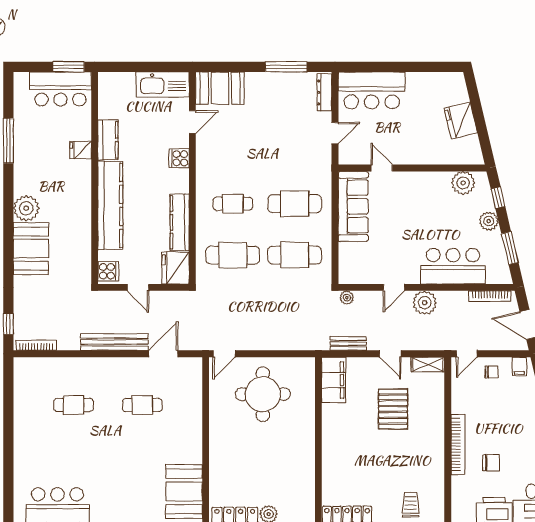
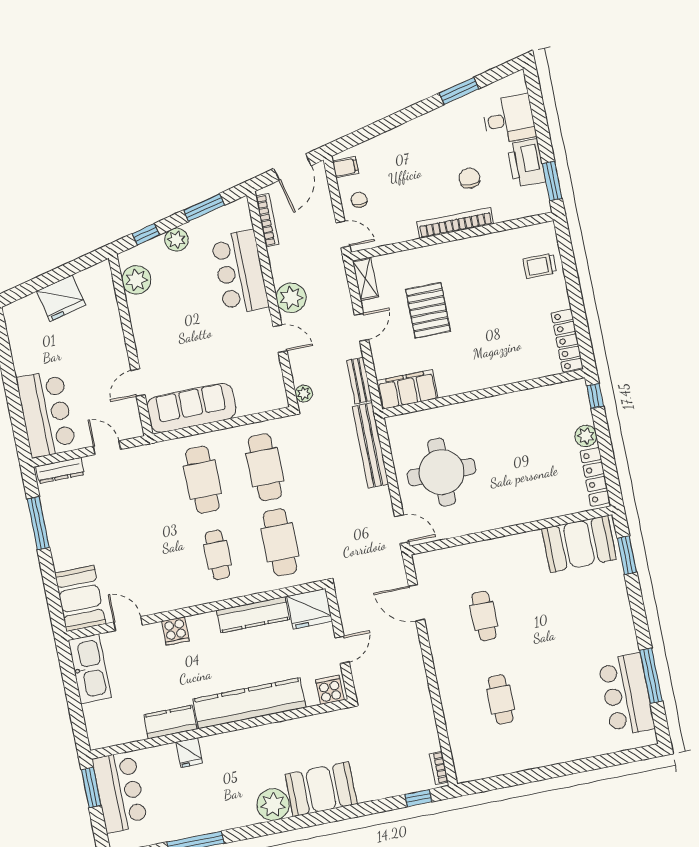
bench: (114, 342) -> (370, 445), moved
bookcase: (36, 345) -> (439, 768), width x0.64
pallet: (393, 409) -> (428, 310), turned 90

